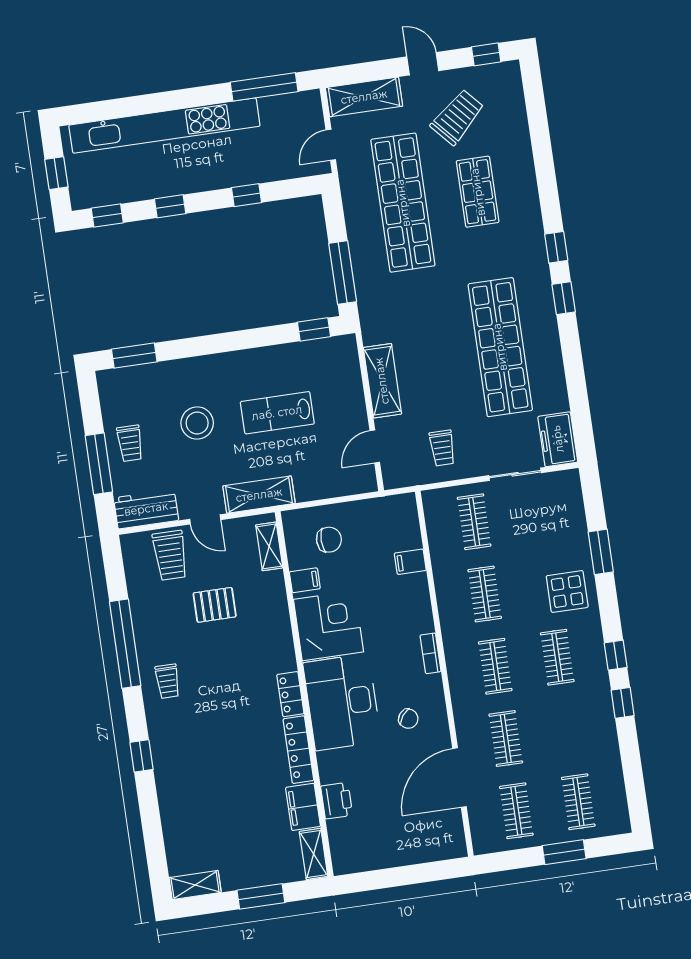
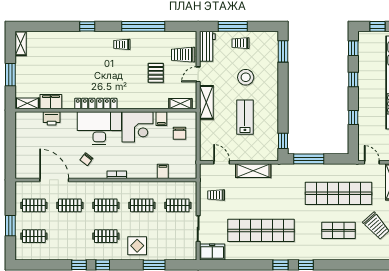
locker: (298, 750) -> (85, 103), width x0.66

